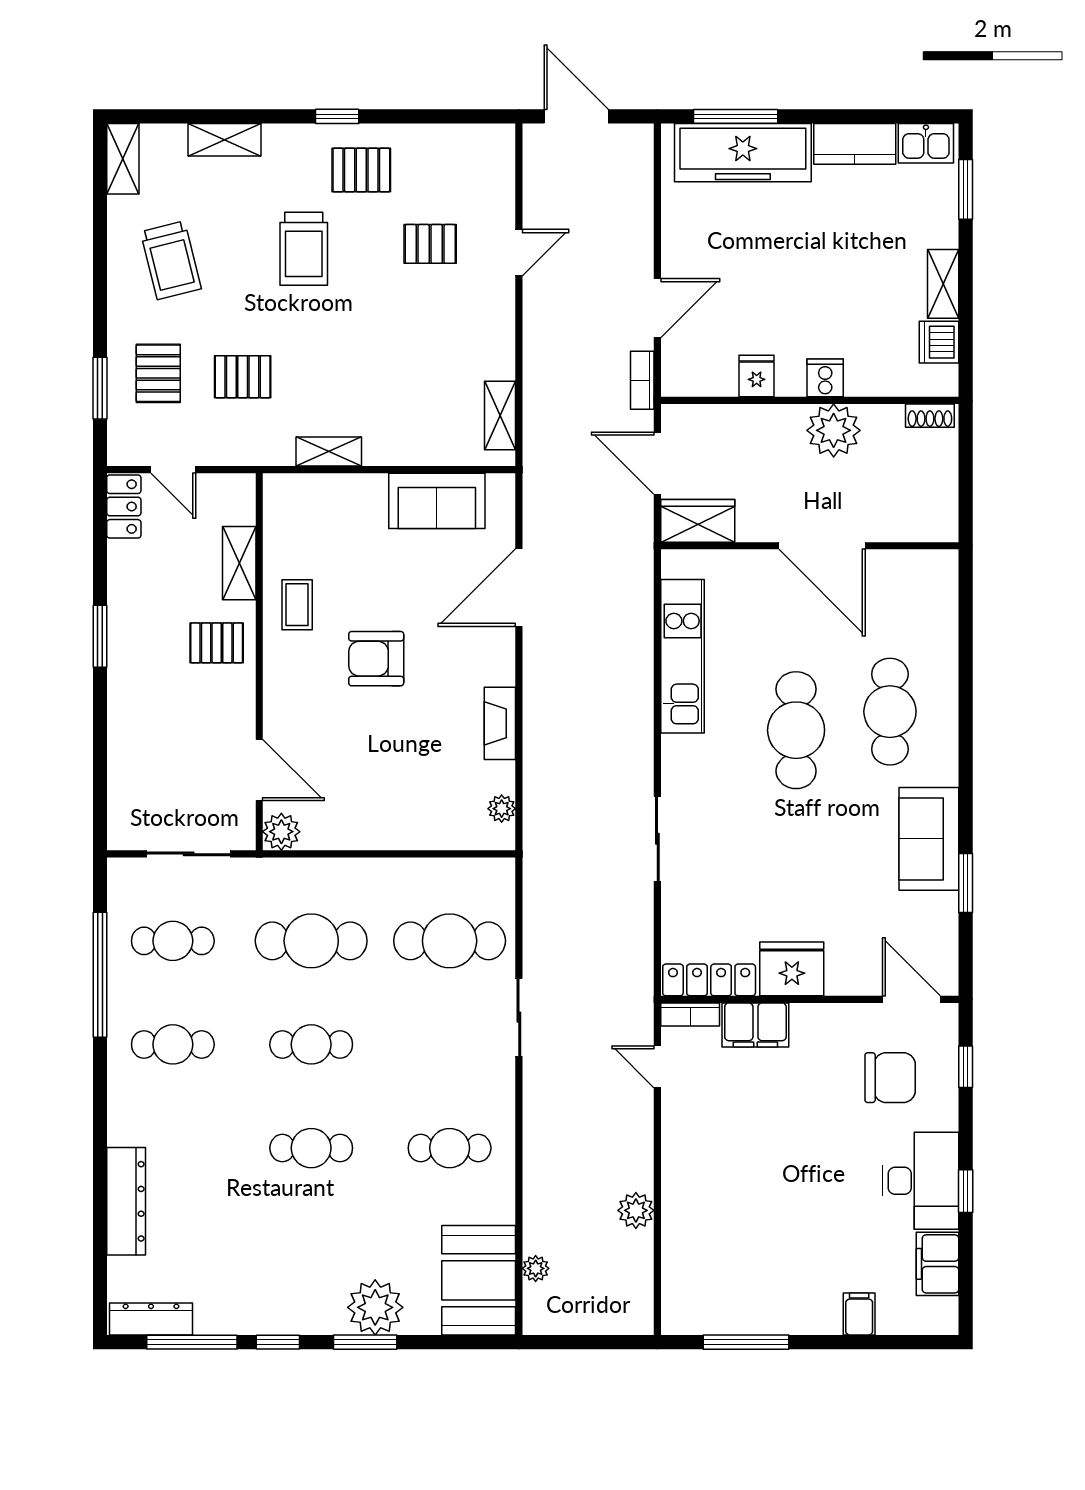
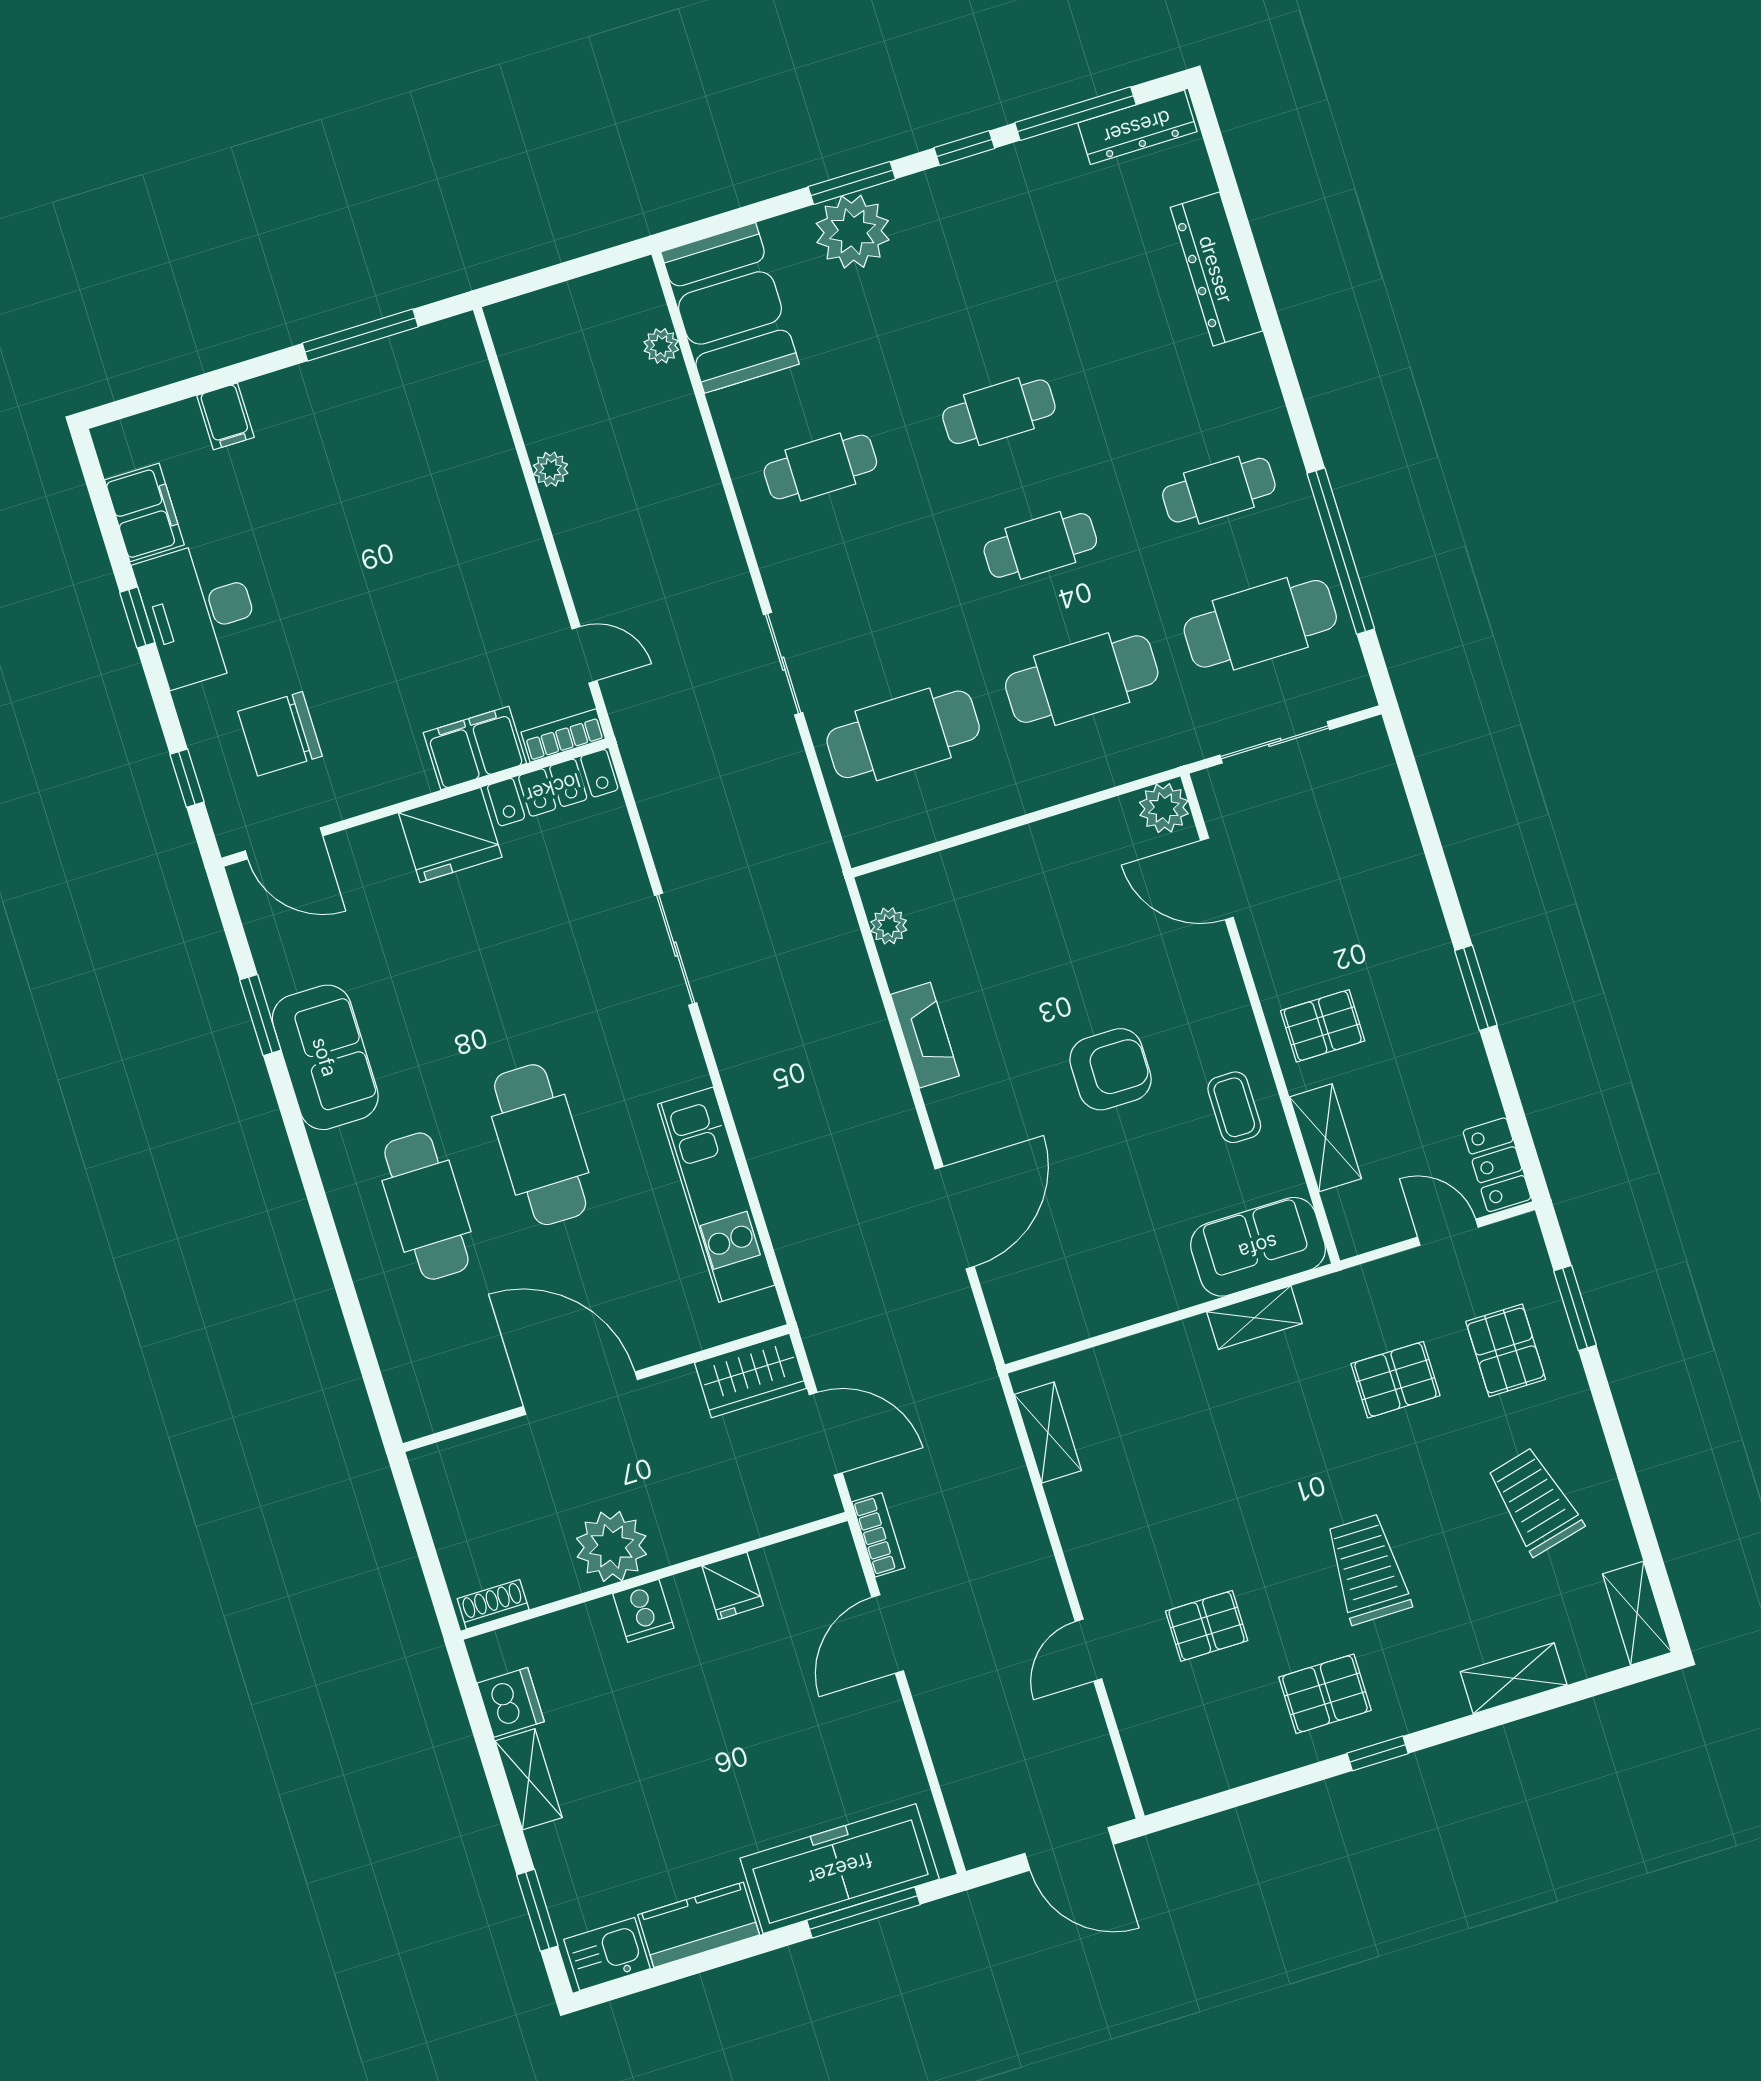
sofa: (437, 501) -> (1258, 1247), moved
cafe table: (173, 941) -> (1260, 624), width x1.37, depth x1.35
plant: (636, 1210) -> (551, 469), width x0.73, depth x0.73

